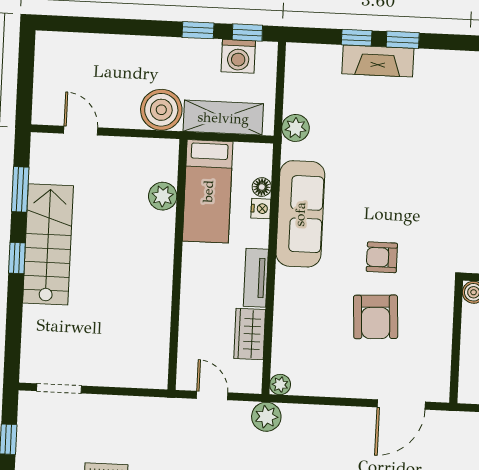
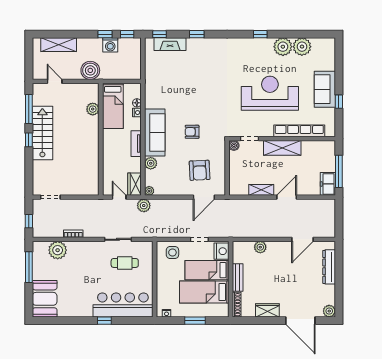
window: (357, 38) -> (160, 34), moved
washing machine: (238, 56) -> (110, 45), moved
fireplace: (378, 61) -> (170, 44), moved
shelving: (223, 118) -> (59, 45), moved
plant: (296, 128) -> (151, 163), moved
window: (20, 189) -> (29, 109), width x1.44
sofa: (300, 214) -> (155, 133), moved
armchair: (376, 317) -> (200, 170), moved
wardrobe: (250, 334) -> (135, 184), moved

